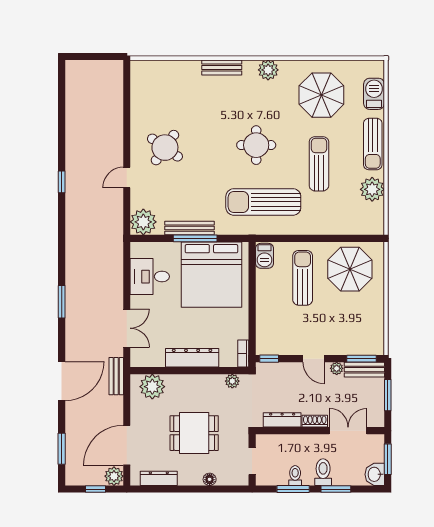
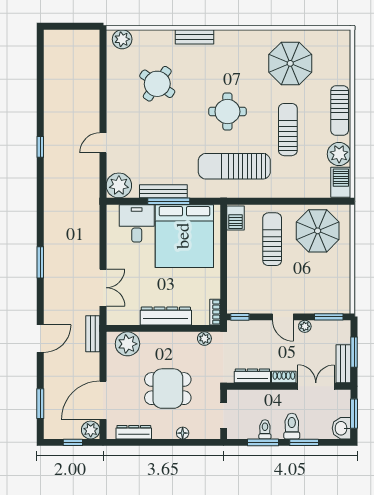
plant: (268, 70) -> (122, 39), moved
barbecue: (374, 94) -> (341, 182), moved
round table: (165, 148) -> (157, 84), moved
desk: (150, 277) -> (137, 223), moved, turned 90
bench: (364, 370) -> (343, 364), moved, turned 90
door: (62, 381) -> (40, 339), width x0.73

